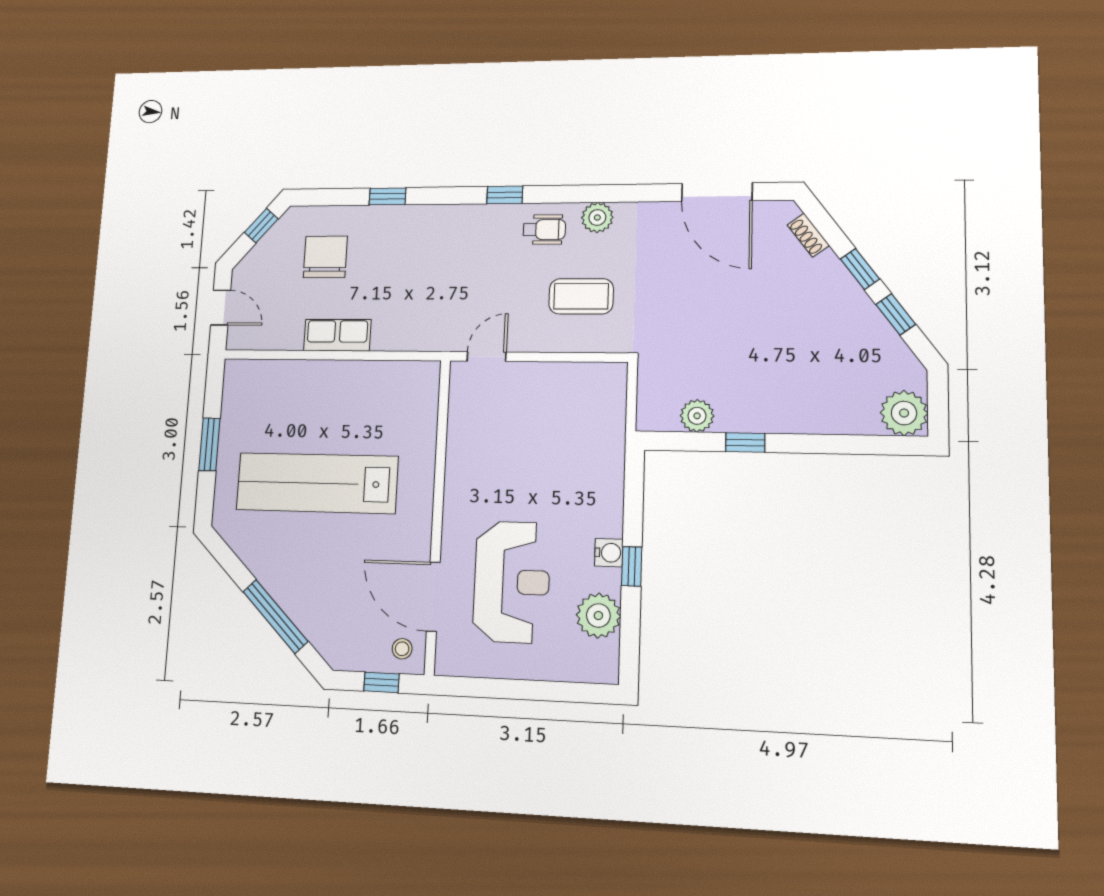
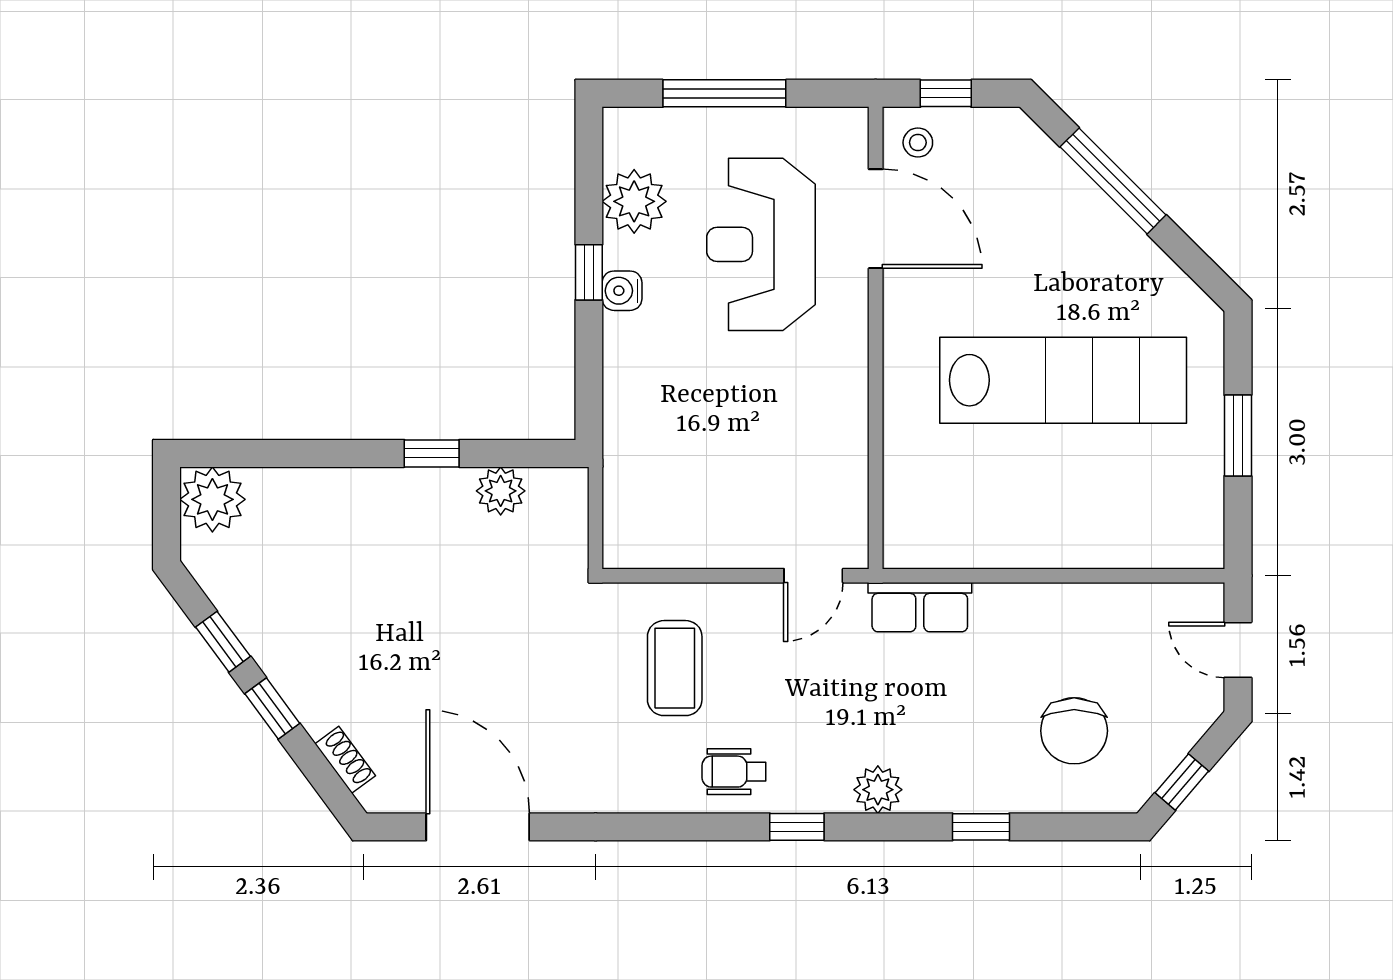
plant: (597, 217) -> (878, 790), moved
coffee table: (581, 296) -> (675, 668), turned 90
row of seats: (337, 335) -> (920, 607), moved
window: (533, 690) -> (724, 93), added

